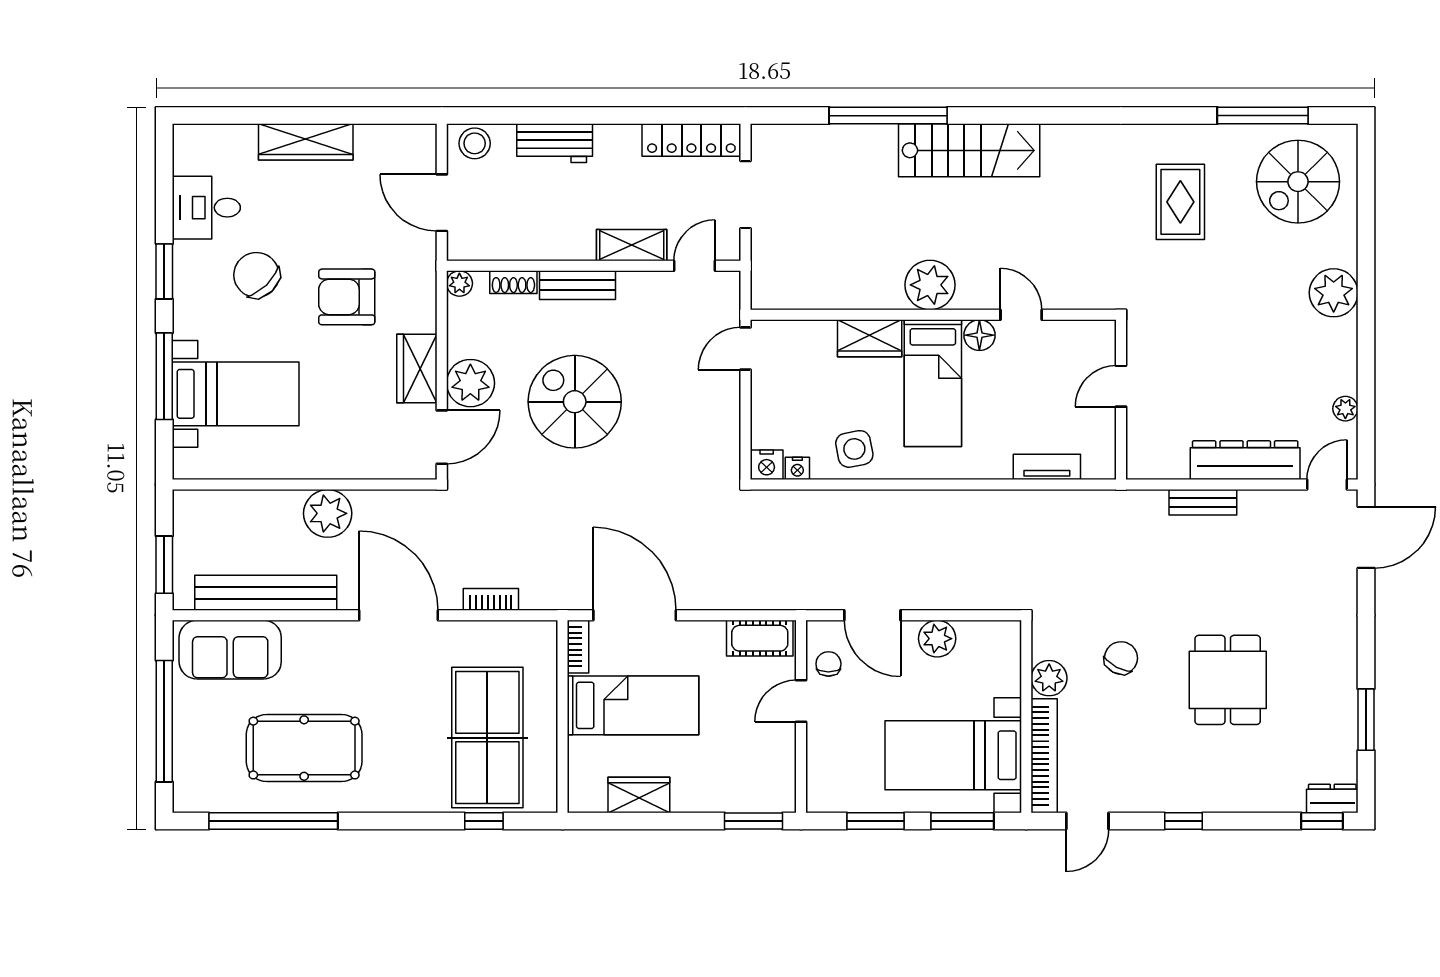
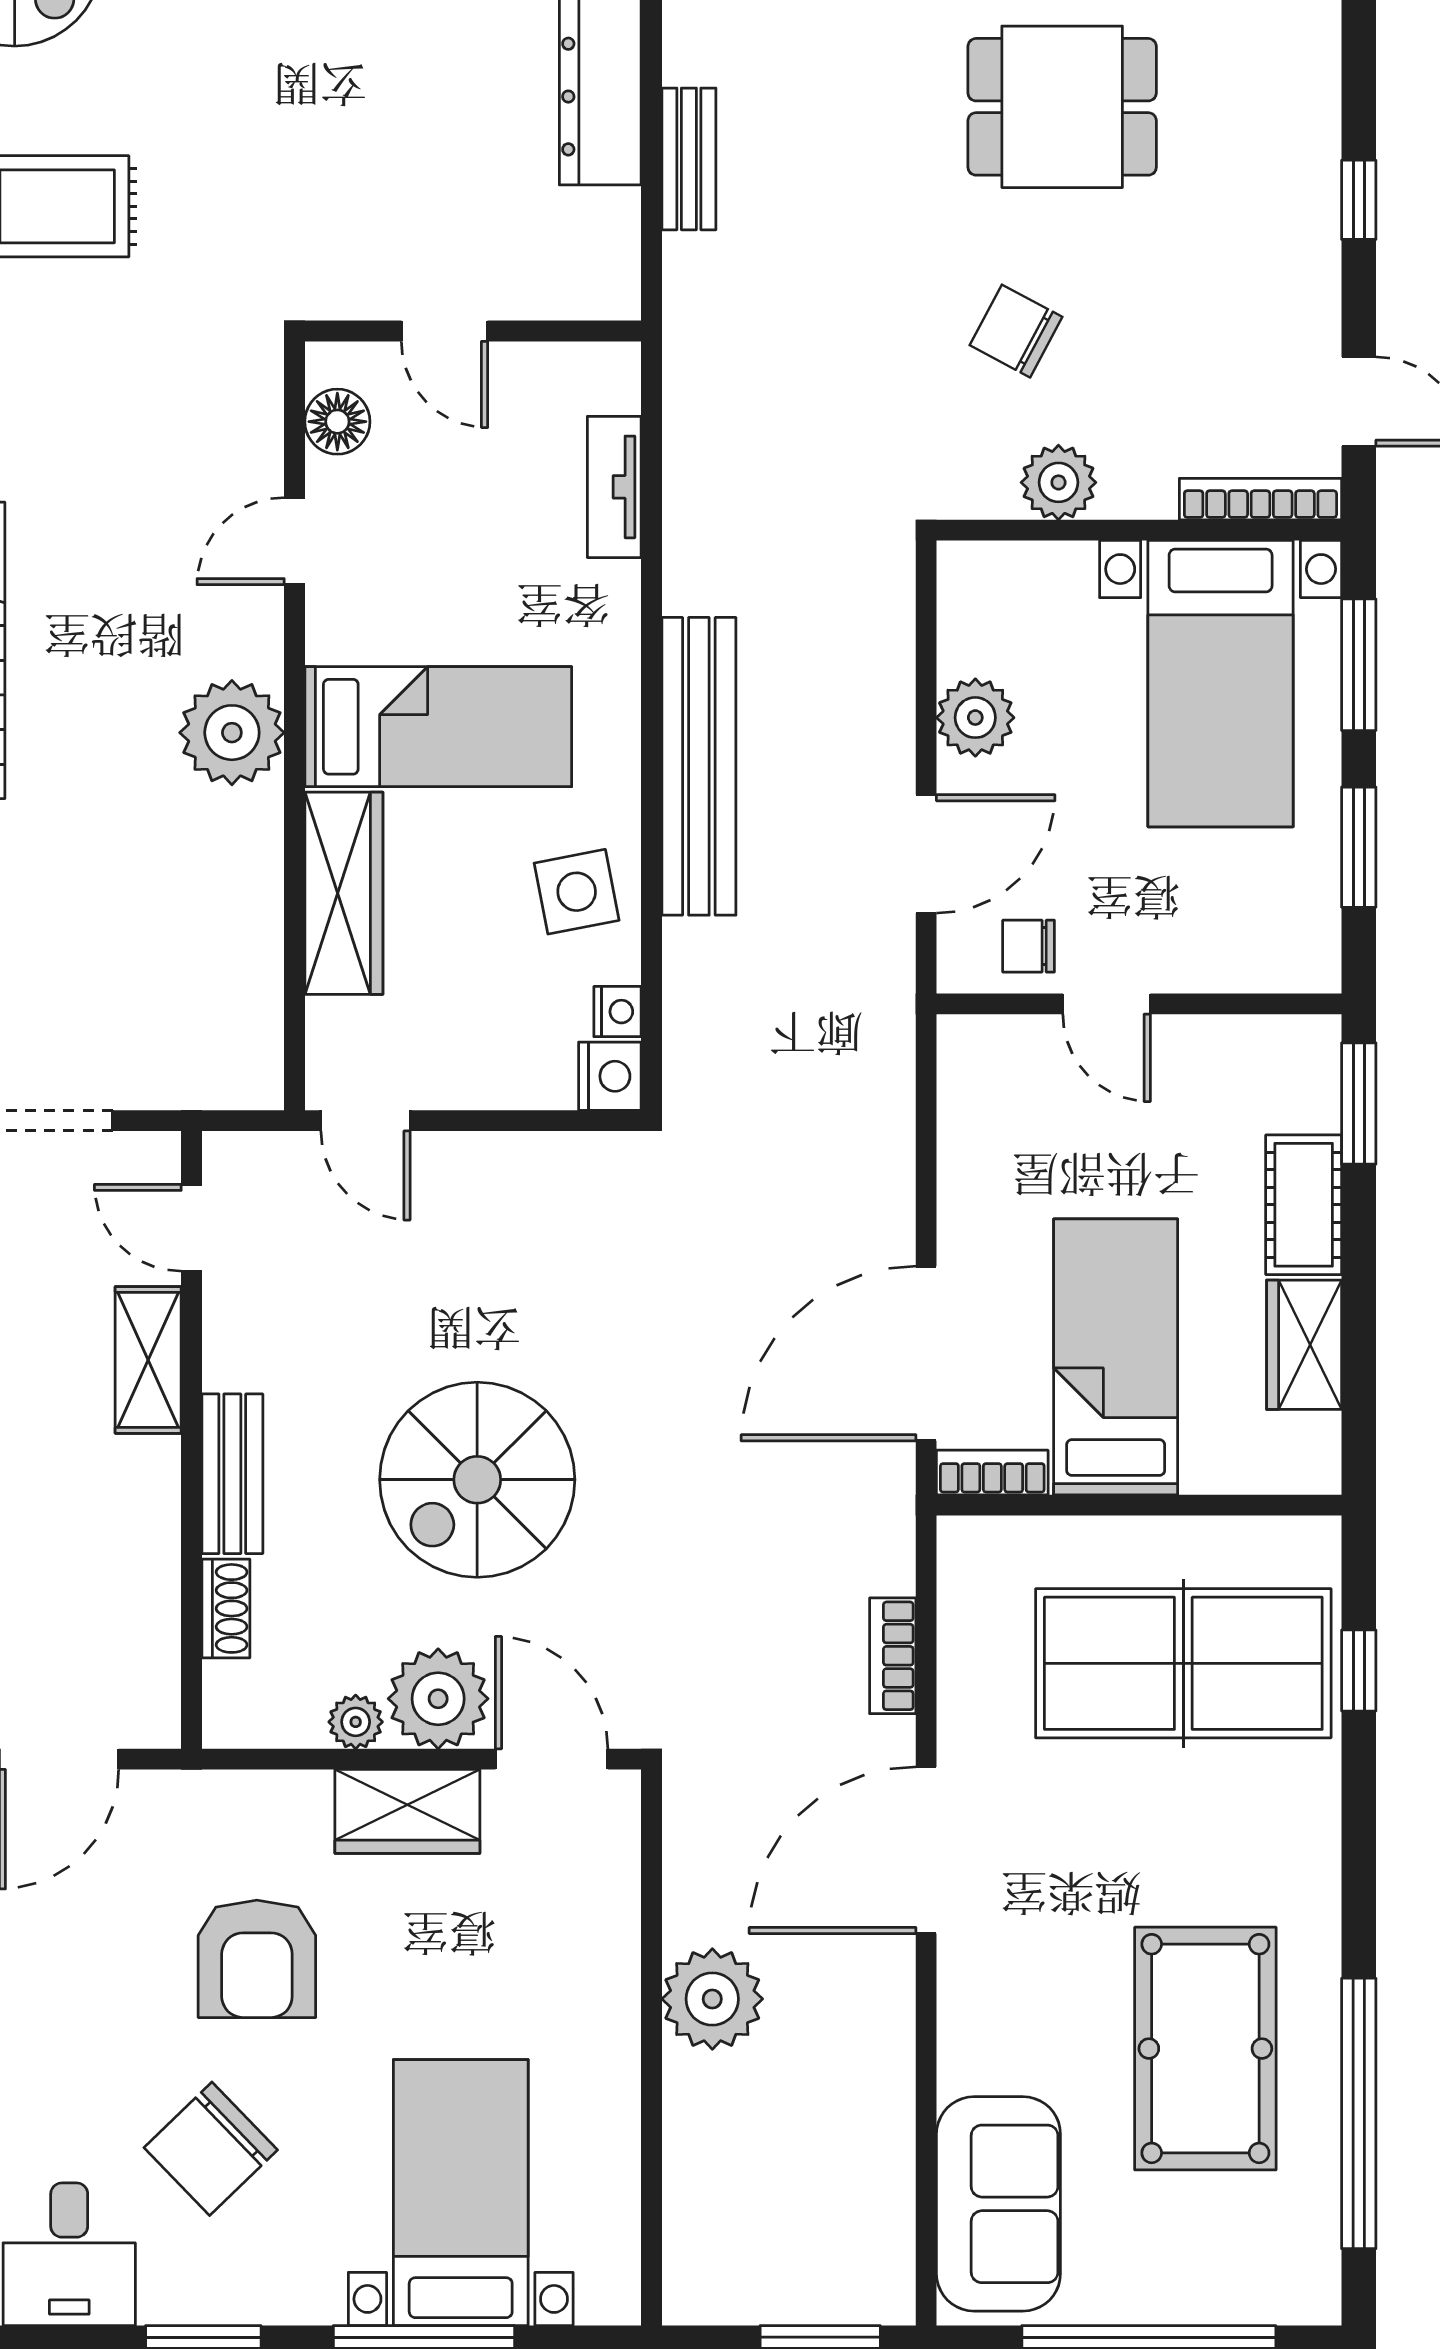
plant: (459, 283) -> (356, 1722), moved
floor lamp: (979, 335) -> (337, 422), moved
wardrobe: (870, 338) -> (344, 893), width x1.50
bench: (266, 593) -> (699, 766), moved
cot: (760, 638) -> (1304, 1205), moved
bookcase: (1044, 756) -> (1260, 499), width x0.68, depth x0.76

